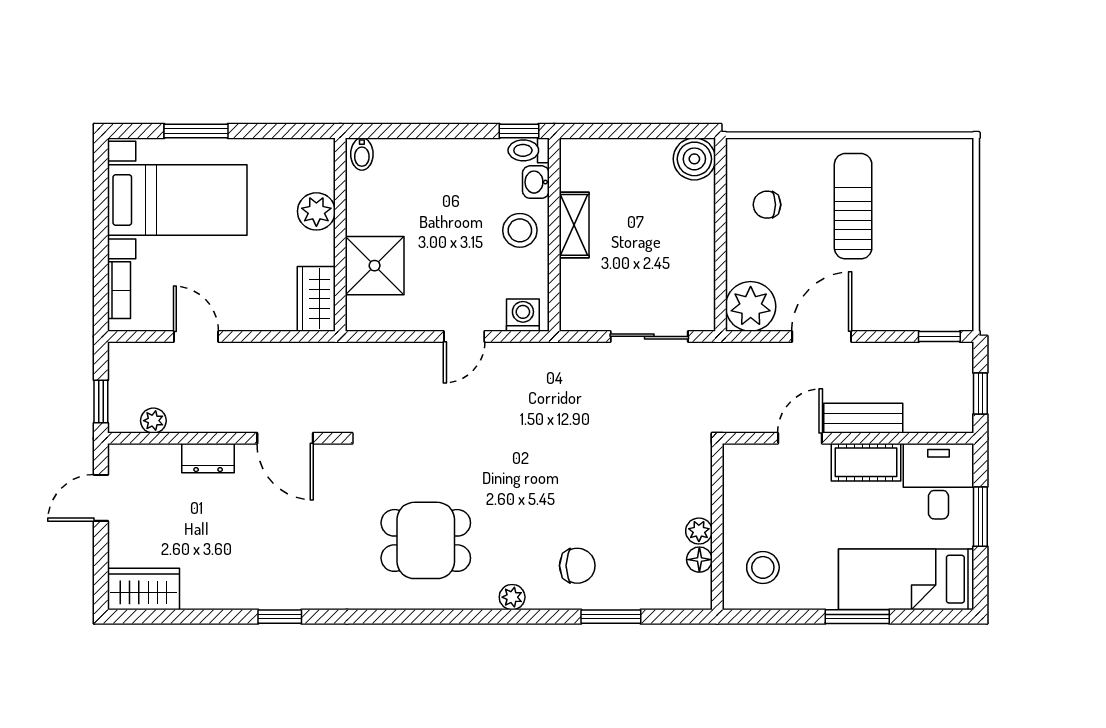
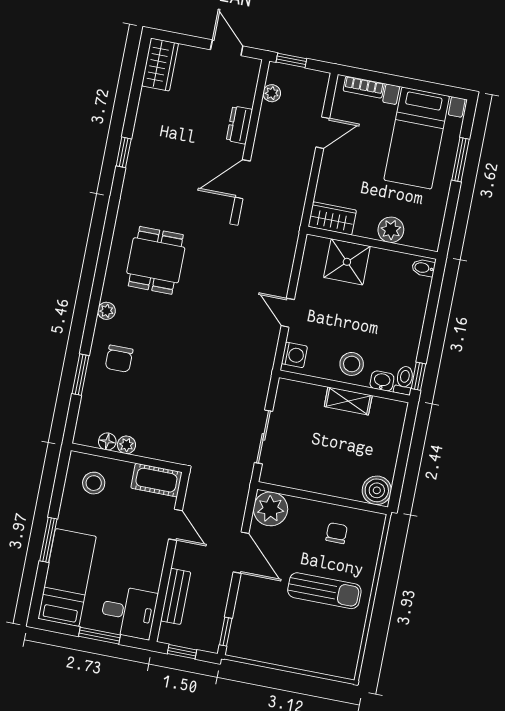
bench: (863, 418) -> (176, 596), moved
cot: (866, 462) -> (156, 480), moved, turned 90

